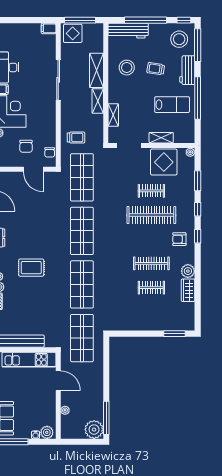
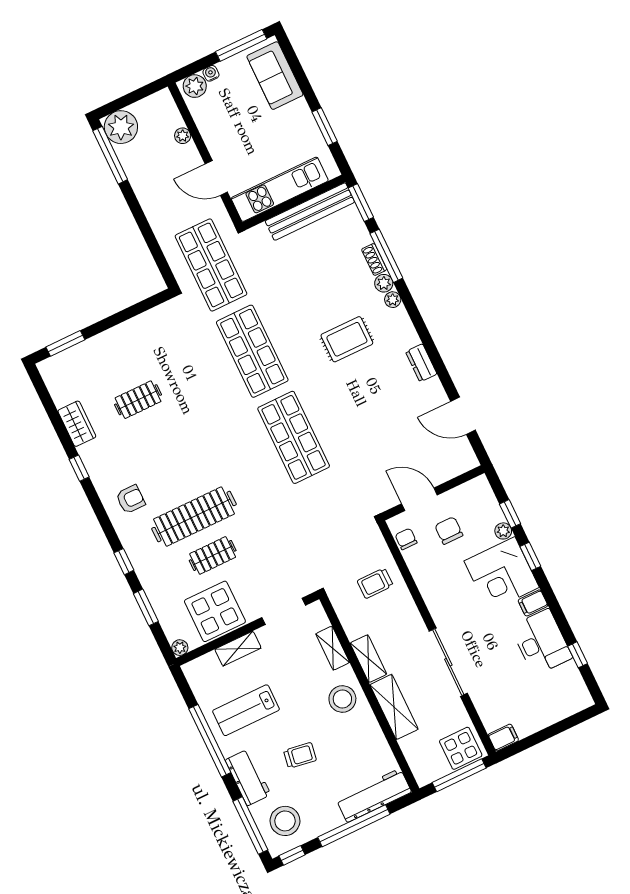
stool: (127, 68) -> (342, 699), moved
shop shelf: (82, 177) -> (335, 524), removed
window: (198, 236) -> (79, 468), moved
clothes rail: (151, 263) -> (157, 439), removed
plant: (188, 271) -> (92, 454), removed

